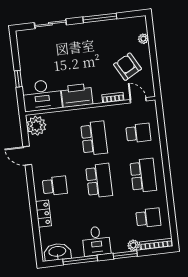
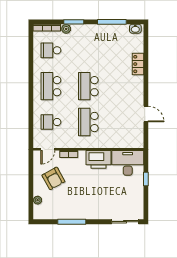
sliding door: (50, 24) -> (125, 222), moved
door: (138, 100) -> (48, 149), hinge flipped
plant: (36, 126) -> (135, 138), removed
school desk: (55, 186) -> (126, 86), removed
desk: (96, 241) -> (97, 36), removed
washbasin: (57, 252) -> (135, 29), width x0.52, depth x0.69

